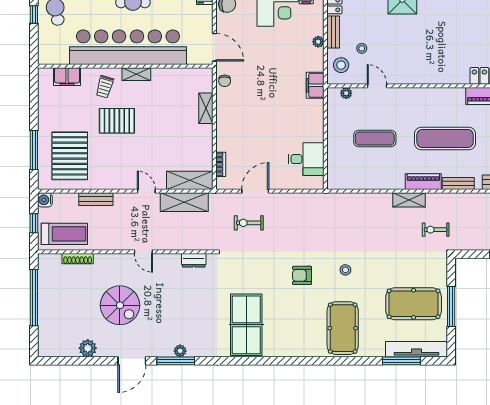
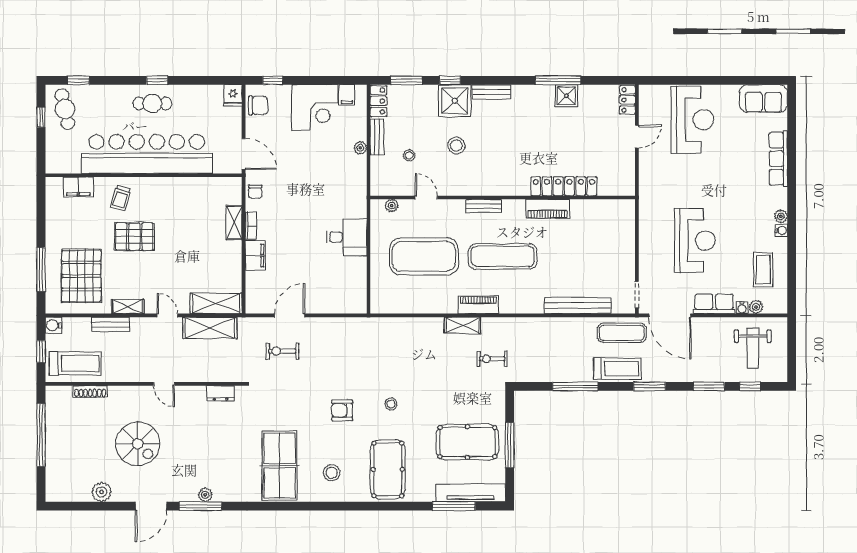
stool: (341, 65) -> (456, 145), moved
shelving: (136, 74) -> (128, 307), moved
filing cabinet: (315, 85) -> (255, 256), moved, turned 180
exercise mat: (375, 138) -> (424, 256), width x2.00, depth x1.45
desk: (306, 159) -> (347, 237), moved
bookcase: (221, 164) -> (251, 226), moved
bench: (458, 183) -> (484, 206), moved
stool: (293, 331) -> (332, 473), added

